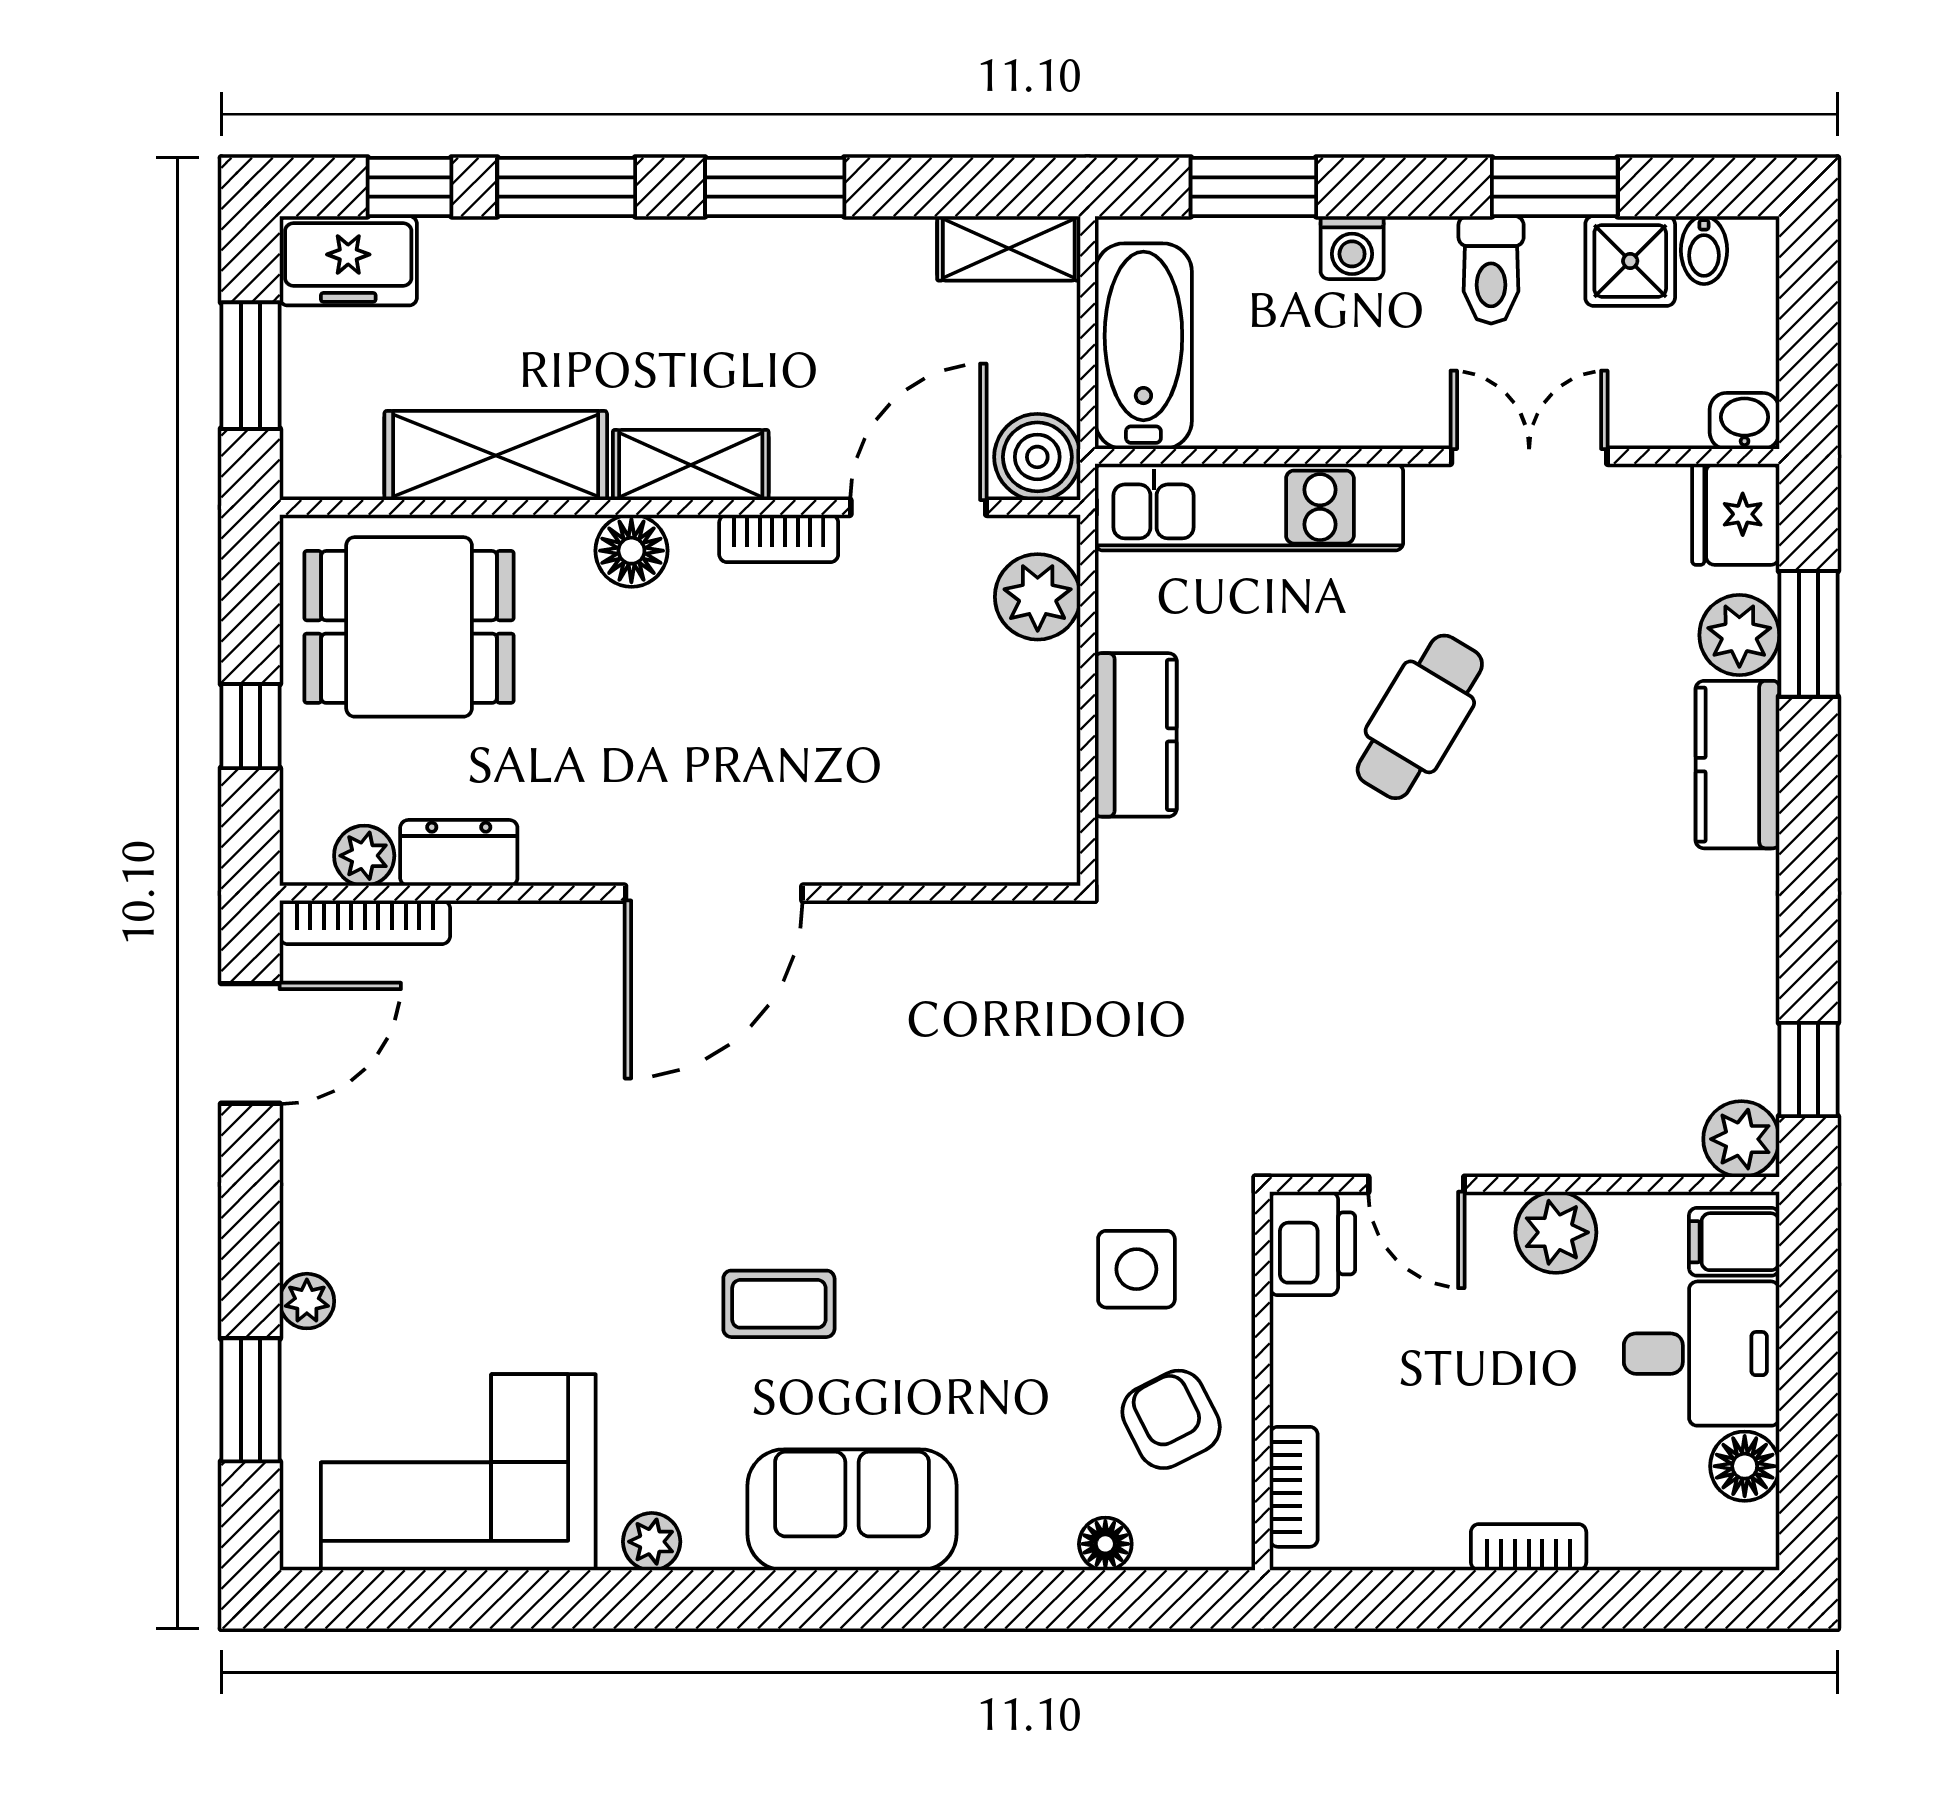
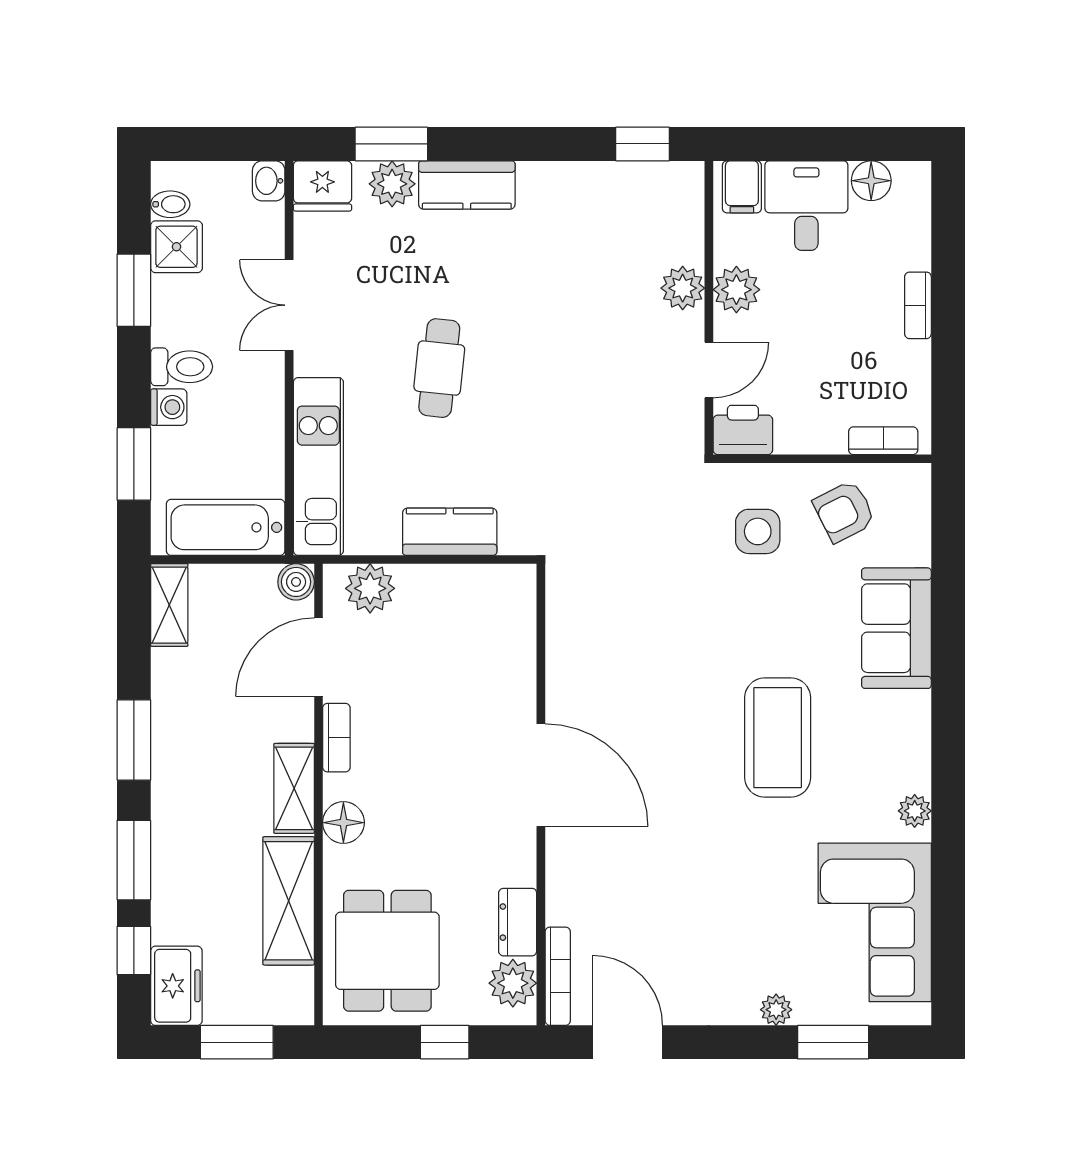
toilet: (1491, 270) -> (182, 367), moved
boiler: (1037, 457) -> (296, 582), width x0.73, depth x0.73
door: (918, 507) -> (318, 657), hinge flipped
cafe table: (1420, 717) -> (439, 368), turned 65
plant: (364, 856) -> (513, 983), width x1.38, depth x1.38
plant: (1741, 1139) -> (683, 288), moved
coffee table: (779, 1304) -> (778, 738), width x1.86, depth x1.72
sofa: (852, 1510) -> (896, 628), moved
floor lamp: (1105, 1544) -> (916, 549), removed

